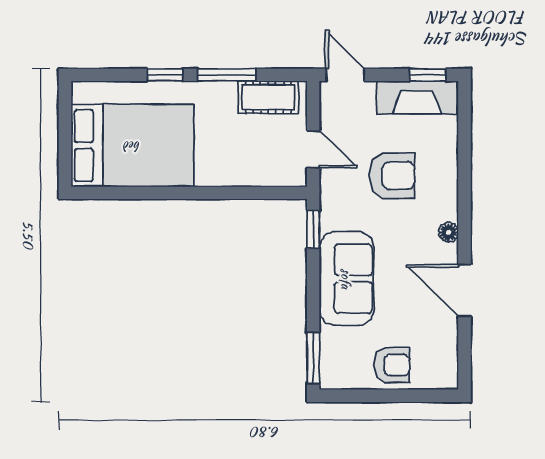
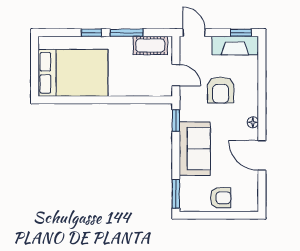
armchair: (392, 176) -> (221, 90), turned 90

